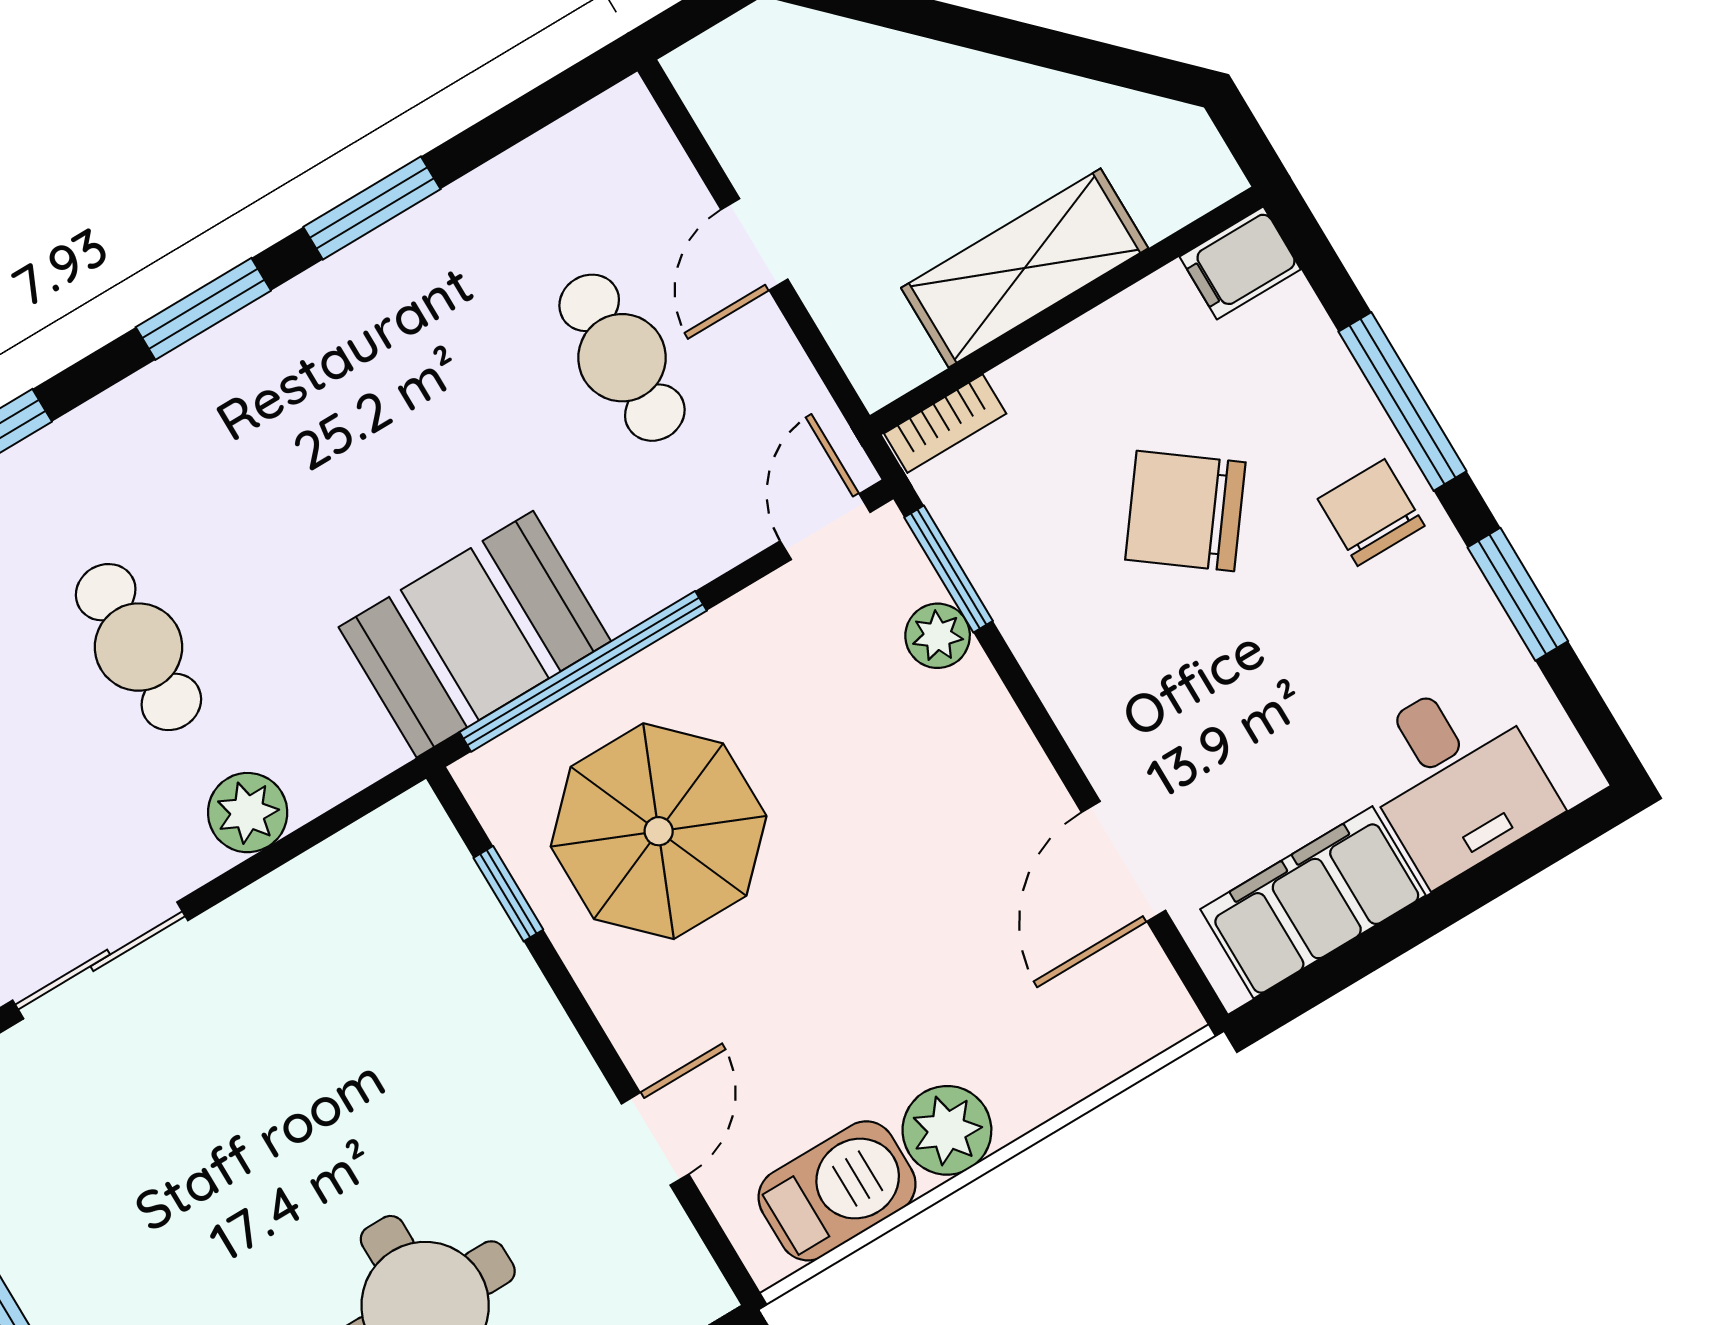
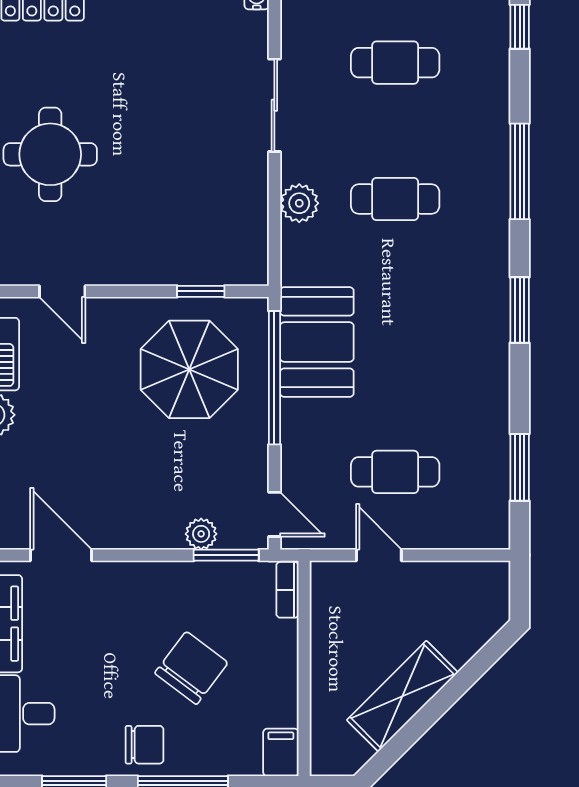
window: (372, 208) -> (520, 467), moved
door: (754, 244) -> (379, 555), moved
shelving: (1025, 268) -> (402, 696), moved, turned 45

